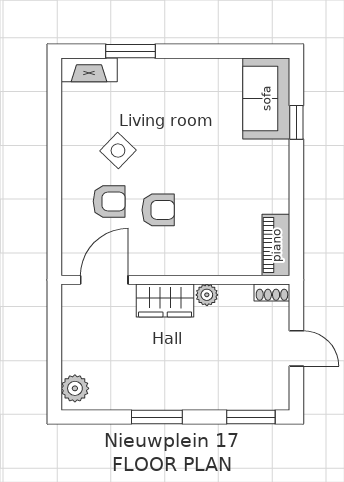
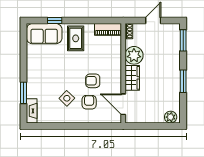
rug: (255, 171) -> (76, 38), added
armchair: (158, 210) -> (93, 81), turned -90
plant: (207, 295) -> (134, 55), width x1.87, depth x1.87

